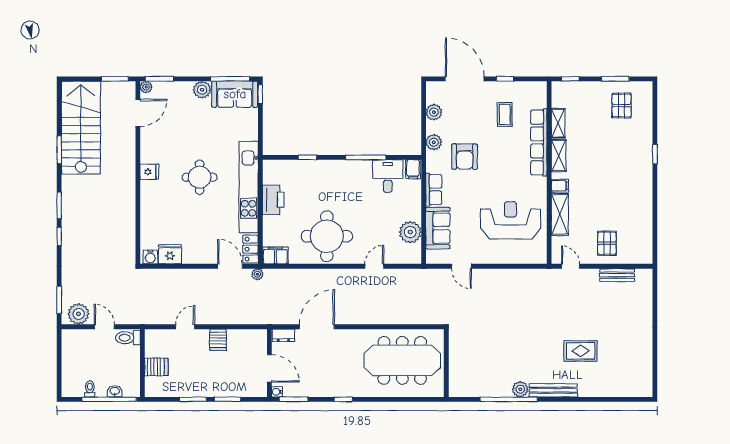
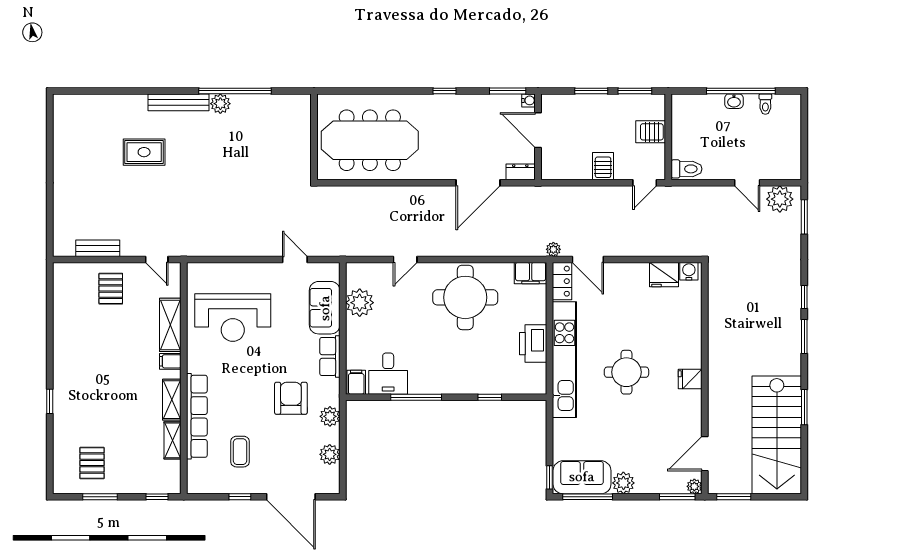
toilet: (128, 338) -> (687, 169), moved
wall: (142, 363) -> (668, 137), moved
server rack: (156, 367) -> (651, 132), moved

